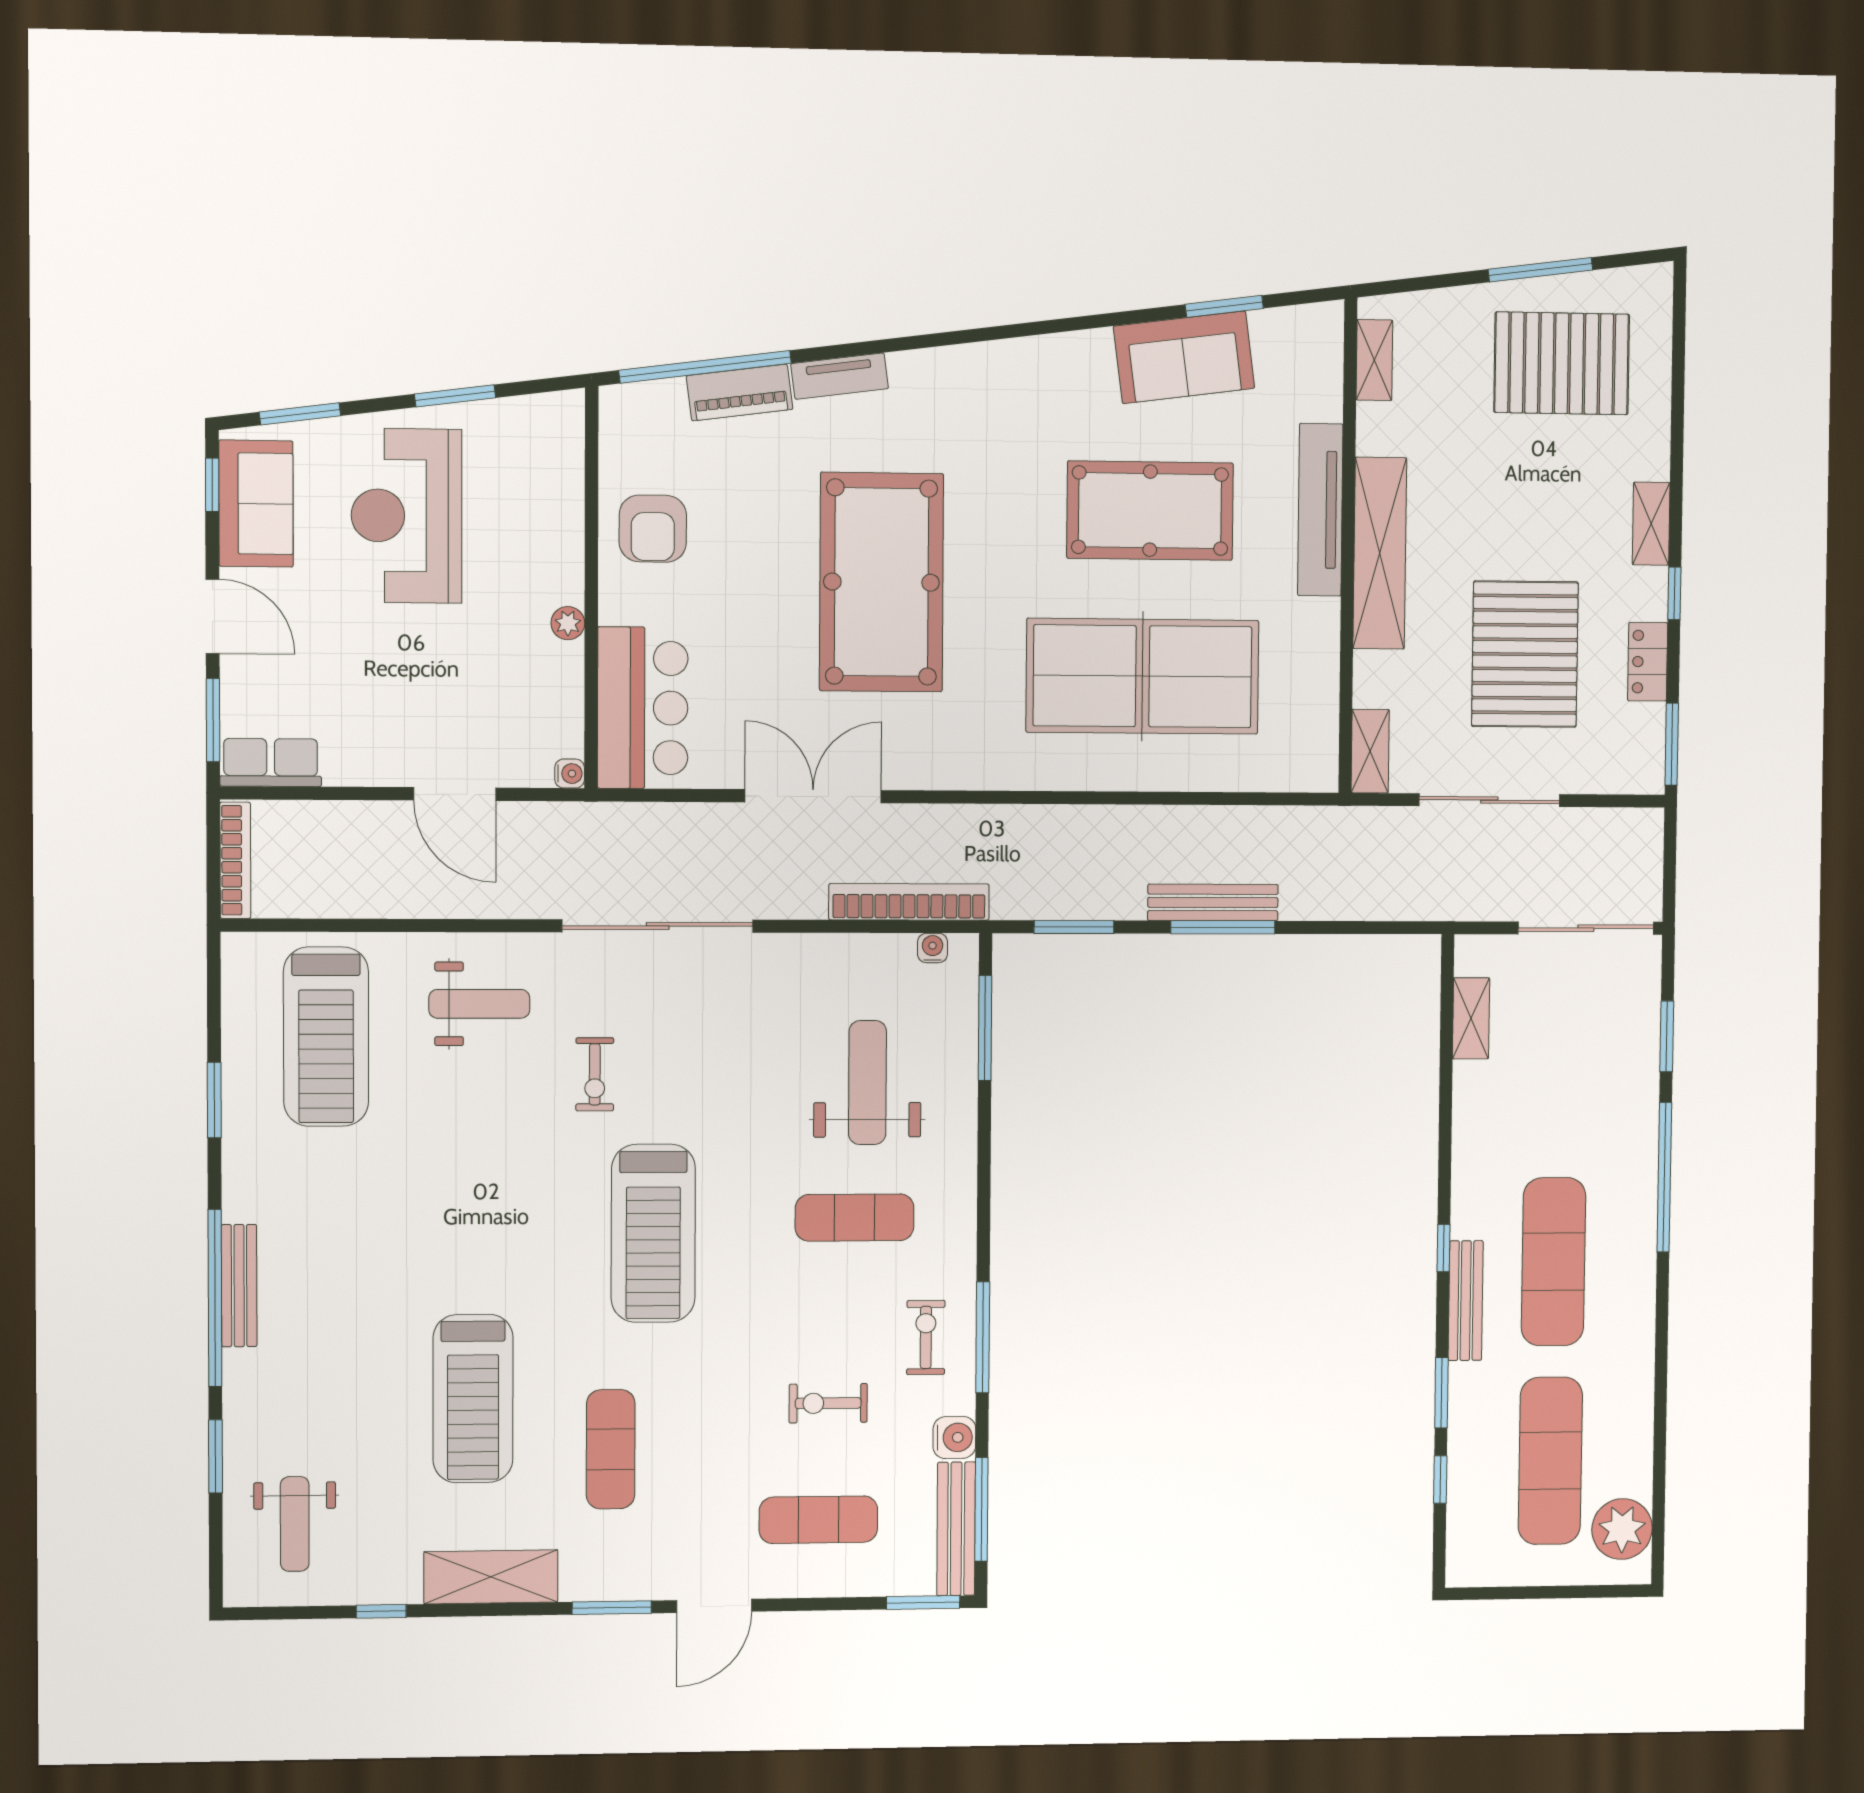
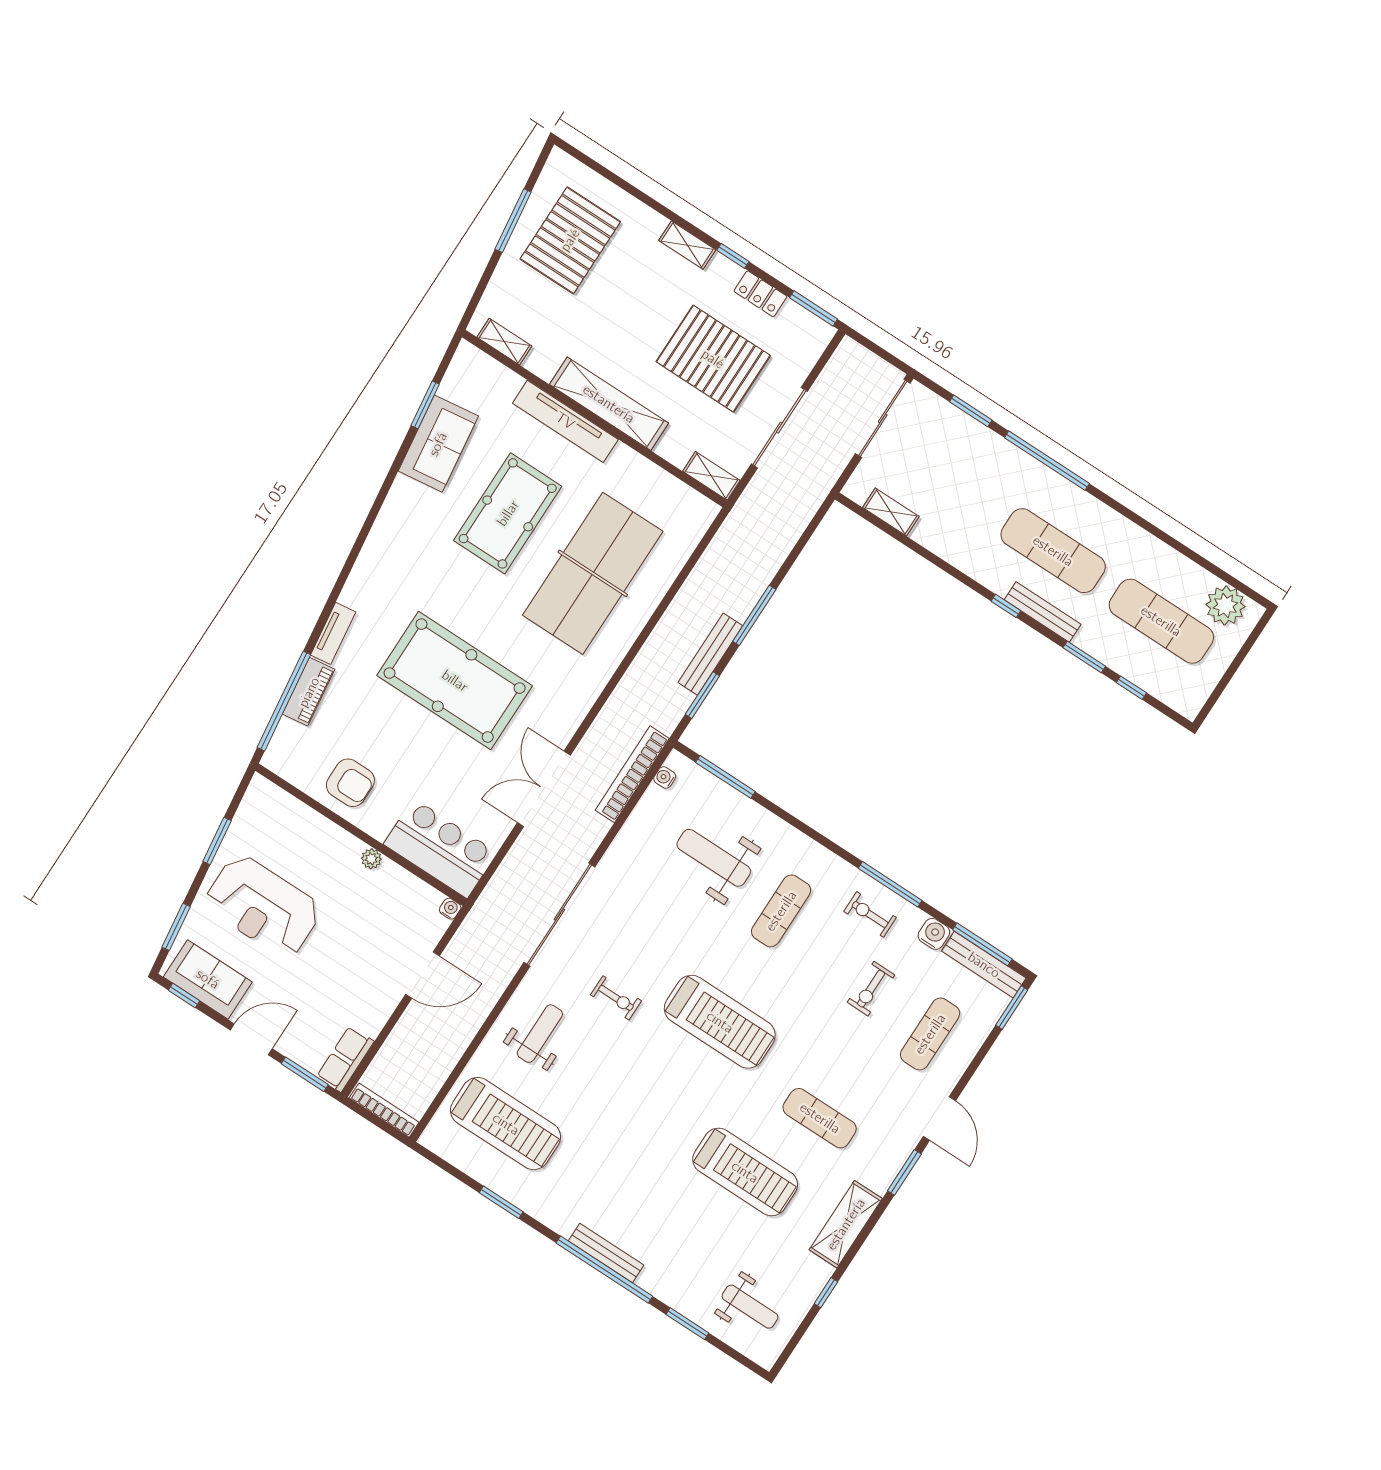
bench: (1213, 902) -> (710, 654), moved

